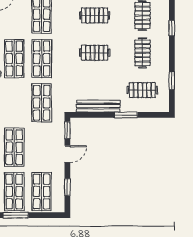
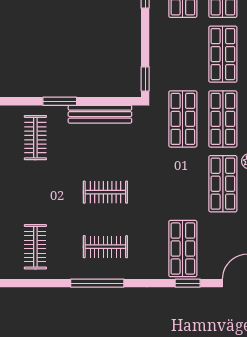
clothes rail: (142, 53) -> (35, 192), removed
shop shelf: (42, 59) -> (223, 119), moved
clothes rail: (142, 90) -> (35, 138), turned 90
door: (67, 154) -> (145, 44), removed

